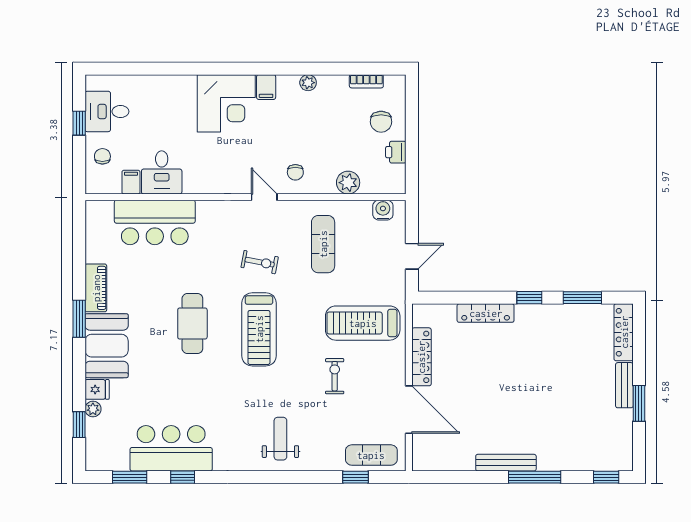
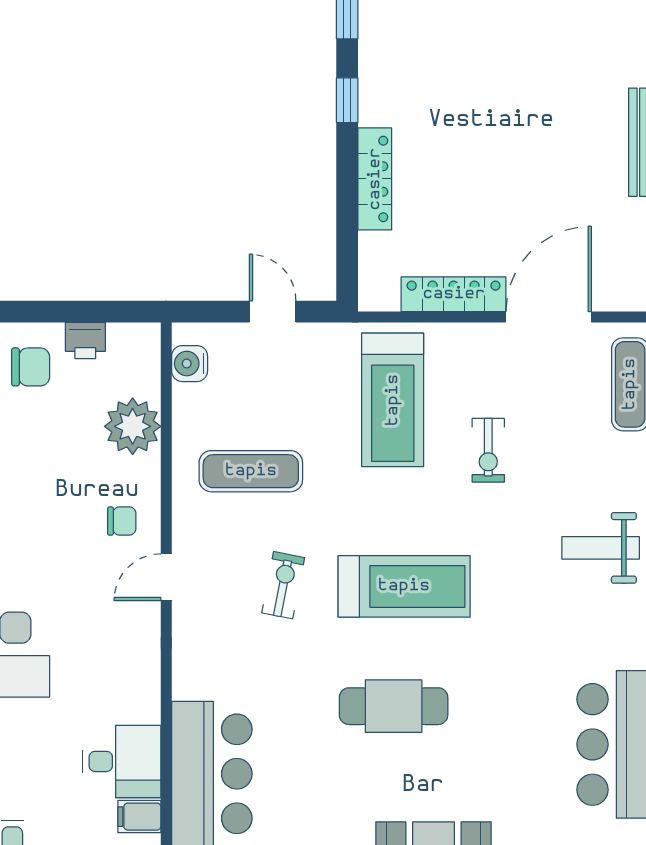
plant: (348, 183) -> (133, 426), width x1.36, depth x1.36
exercise bike: (335, 376) -> (488, 450), turned -90

